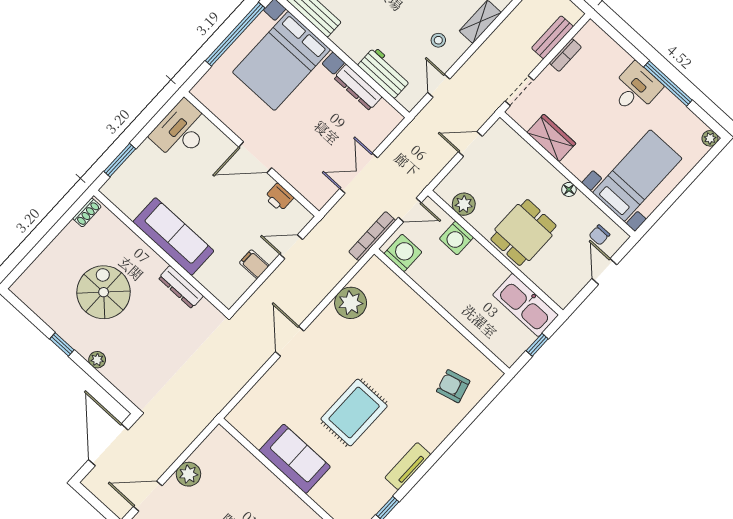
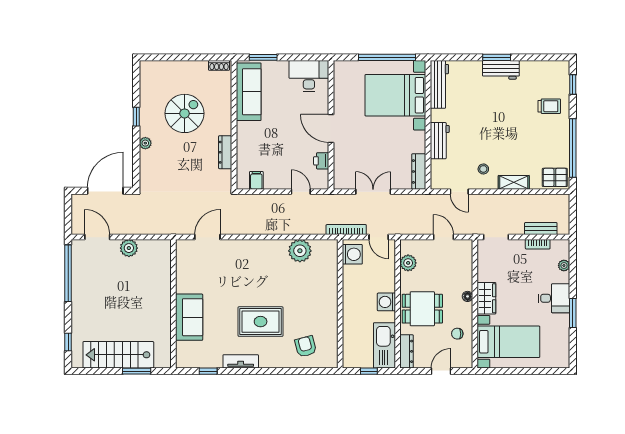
workbench: (384, 73) -> (440, 141), moved
window: (668, 83) -> (573, 313), width x0.69
door: (439, 86) -> (459, 192), swing flipped
dresser: (358, 87) -> (419, 171), moved
wardrobe: (551, 138) -> (486, 298), moved
plant: (710, 138) -> (564, 265), moved
floor lamp: (569, 189) -> (468, 296), moved
chair: (599, 235) -> (457, 334), moved
sofa: (173, 236) -> (249, 92), moved
washing machine: (456, 238) -> (386, 302), moved
filing cabinet: (254, 264) -> (256, 180), moved
dresser: (552, 288) -> (406, 351), added
door: (290, 341) -> (207, 237), moved
rug: (354, 413) -> (261, 322), moved
sofa: (295, 459) -> (189, 317), moved

